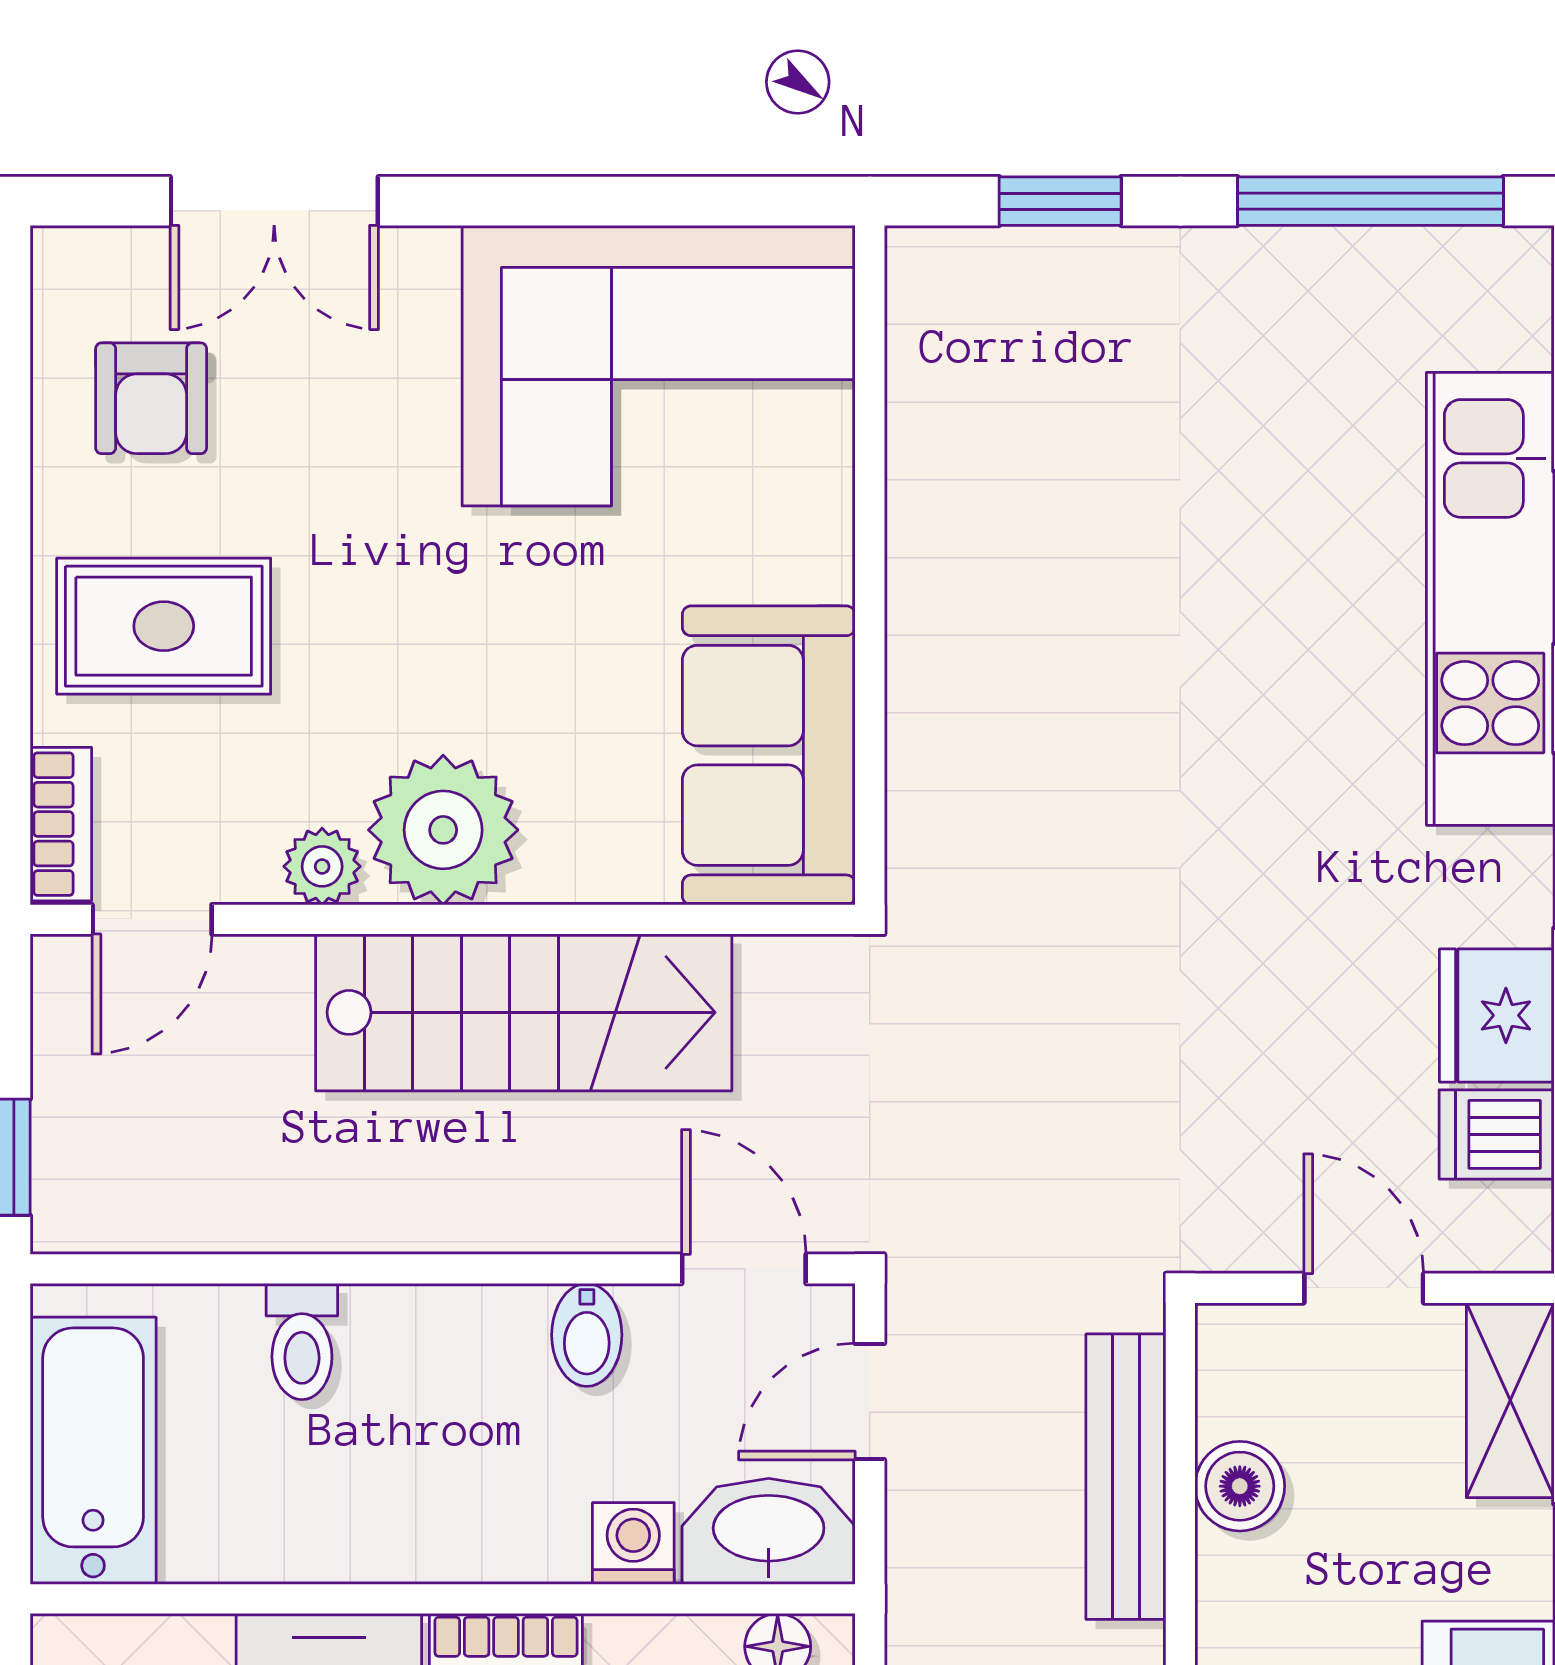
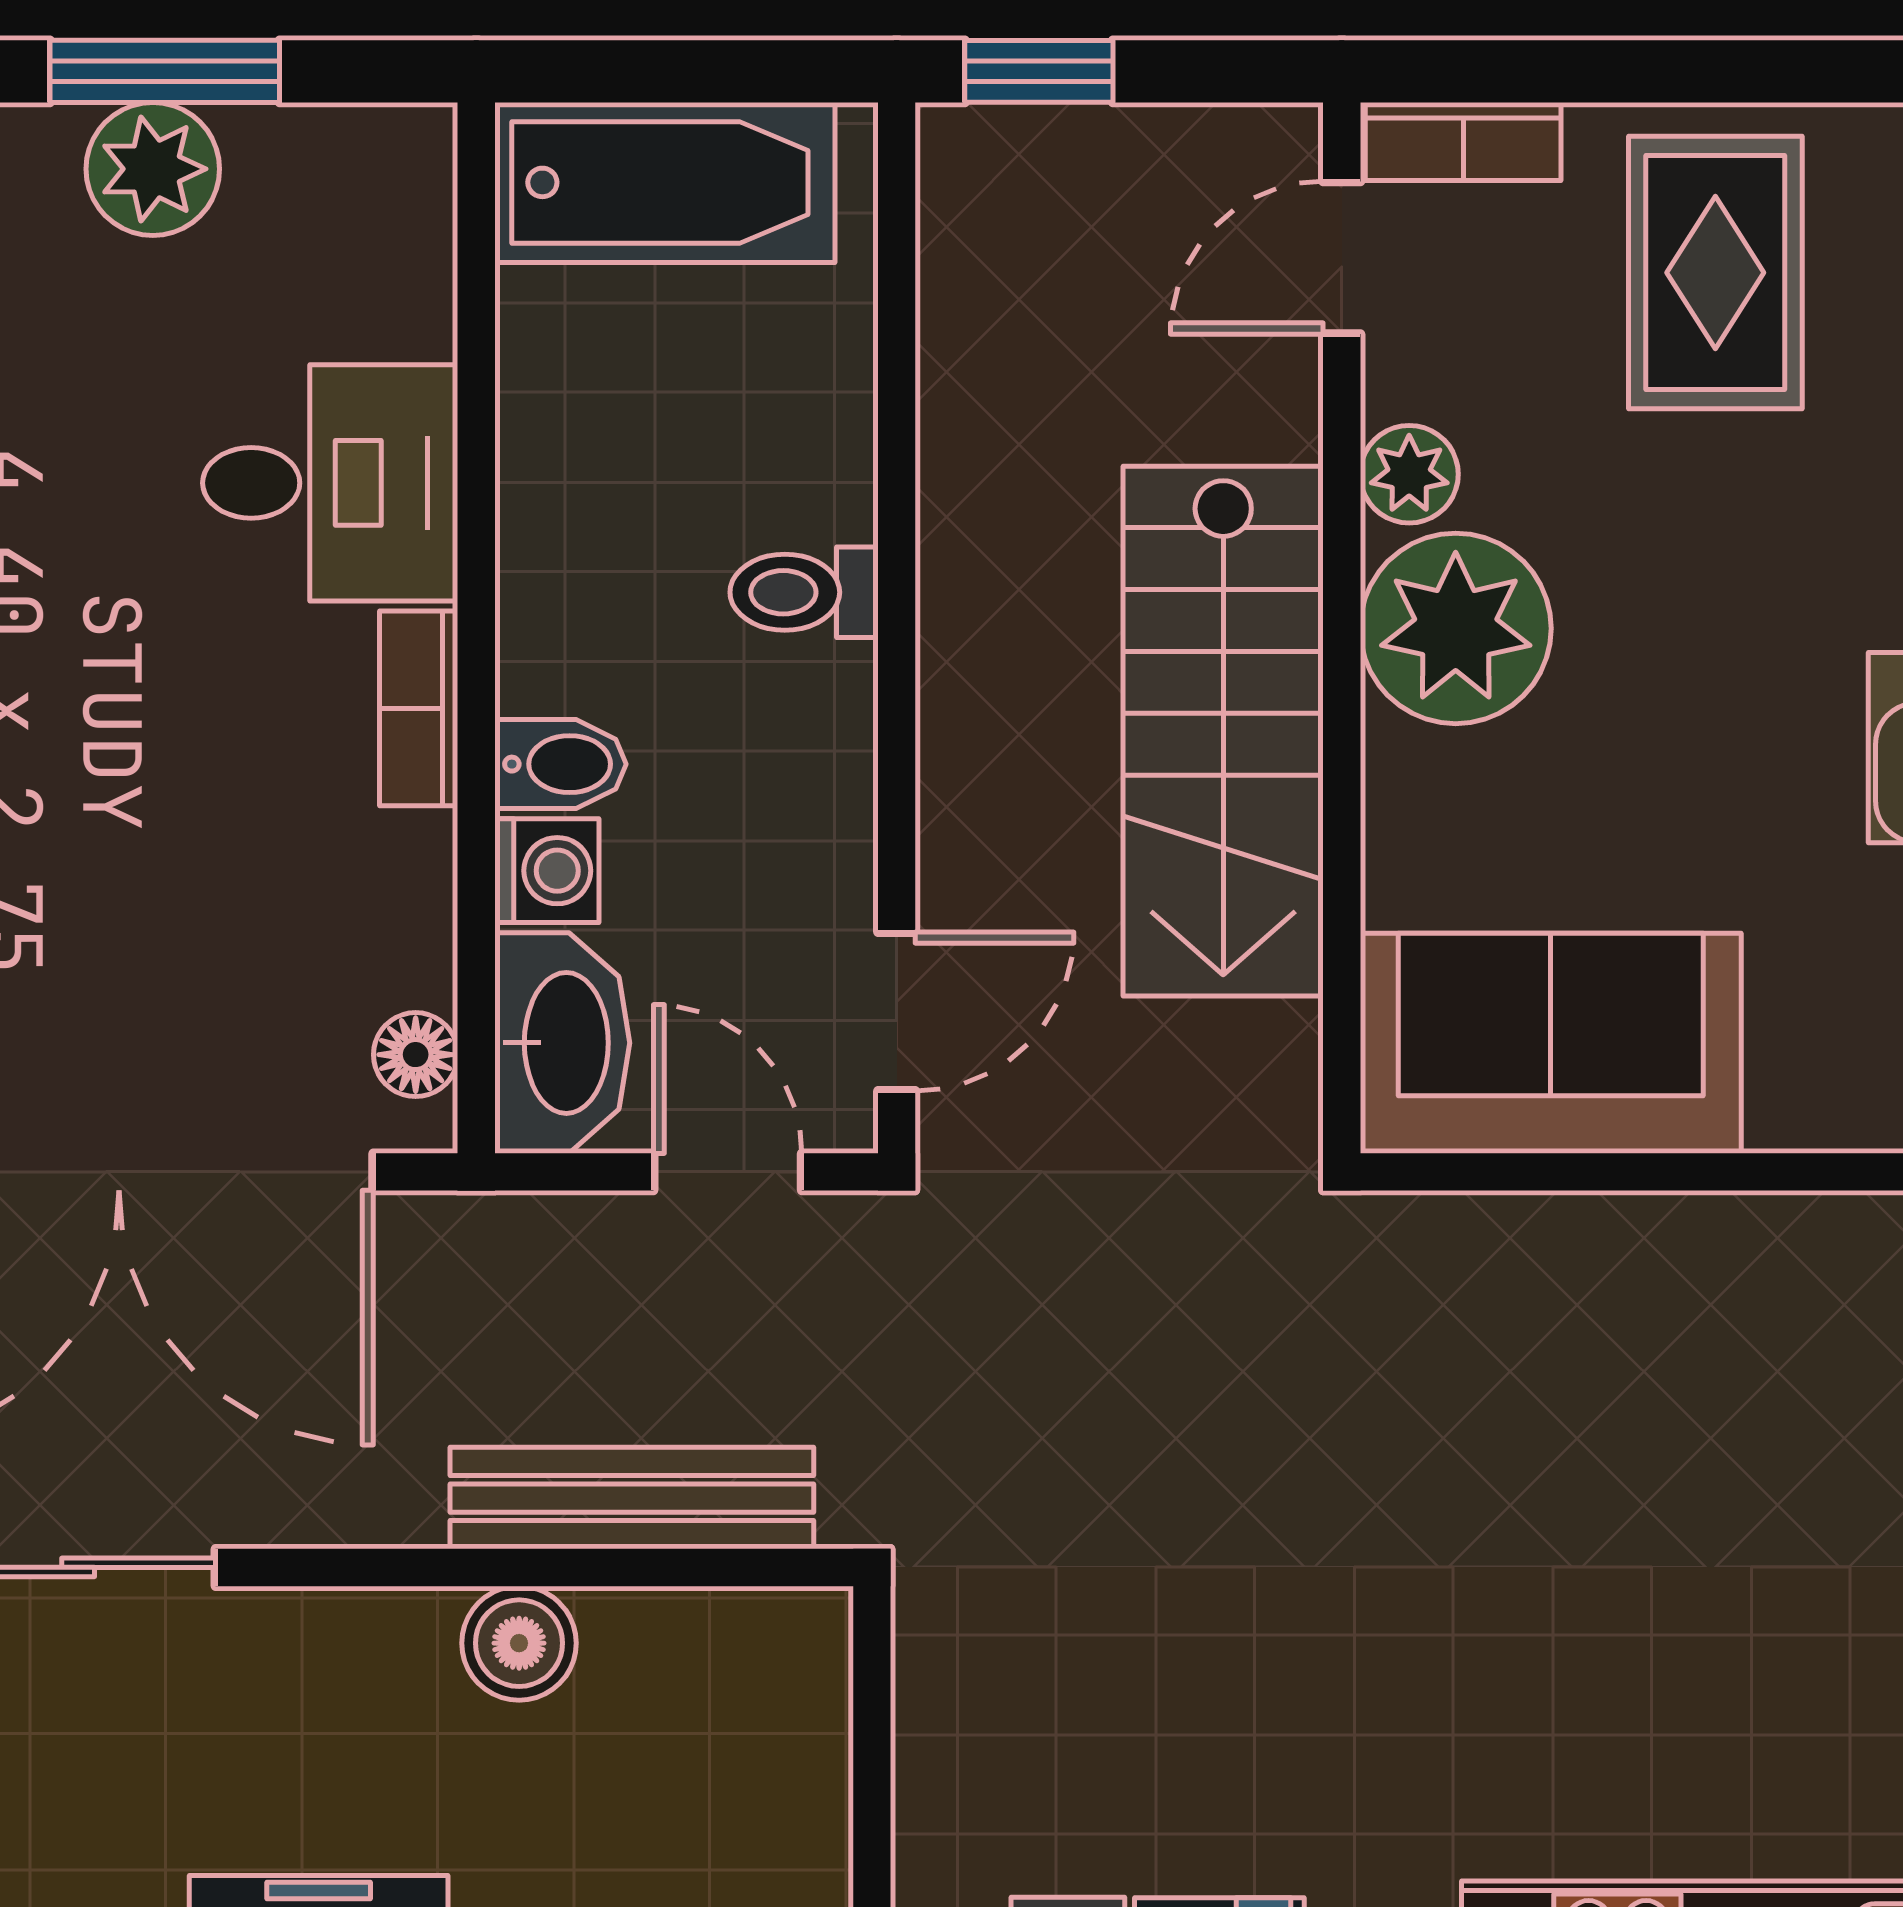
door: (152, 919) -> (1342, 258), hinge flipped
door: (1364, 1288) -> (872, 1801), removed
bidet: (587, 1335) -> (560, 764), moved, turned 180
toilet: (302, 1342) -> (804, 592), moved
boiler: (1240, 1486) -> (519, 1643), moved

